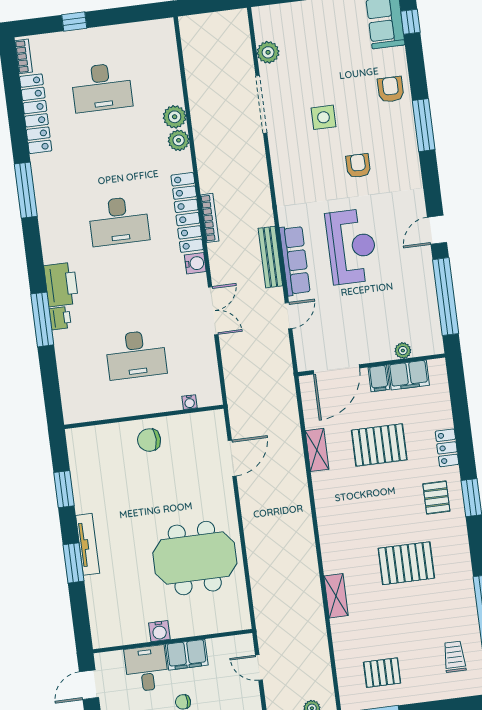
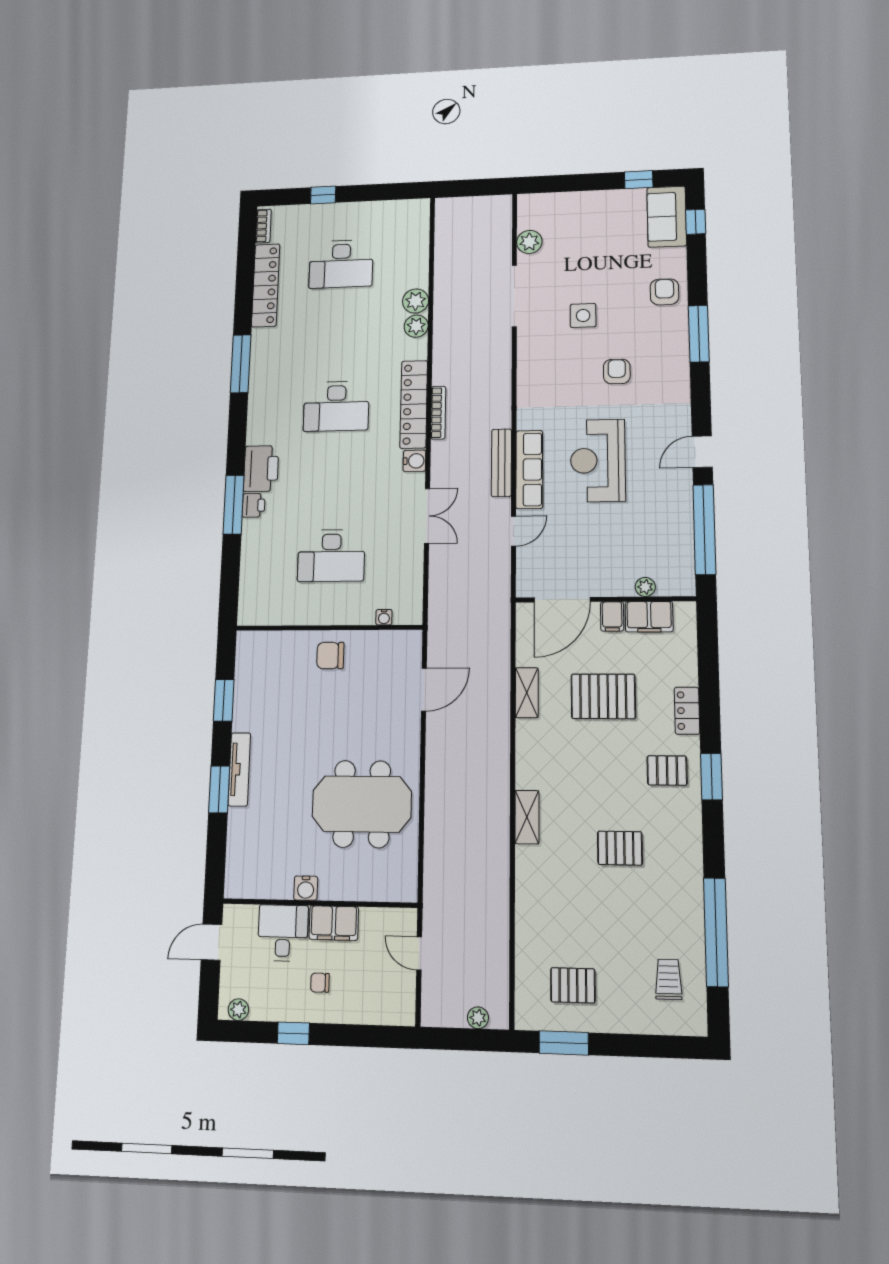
reception desk: (352, 247) -> (598, 460), turned 180
pallet: (436, 497) -> (667, 770), turned 90
pallet: (406, 563) -> (620, 848), width x0.67, depth x0.71
shelving: (336, 596) -> (527, 817), moved

